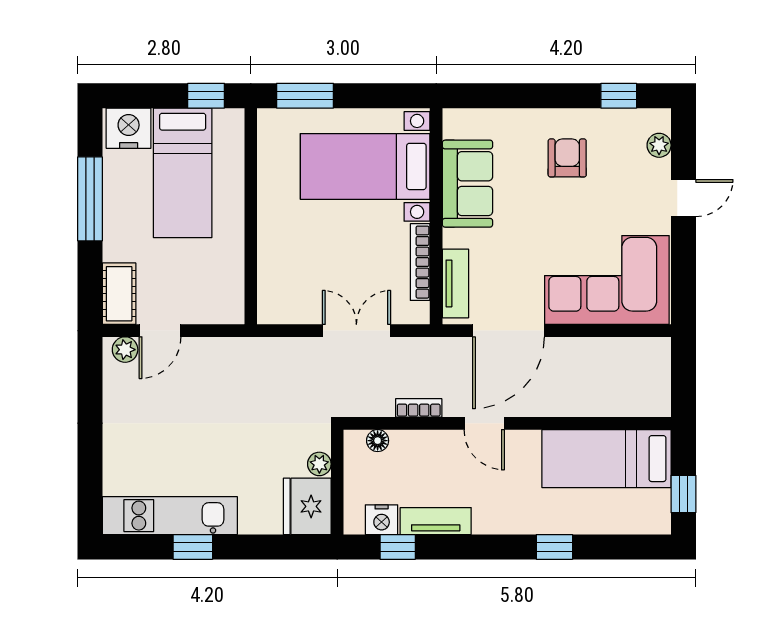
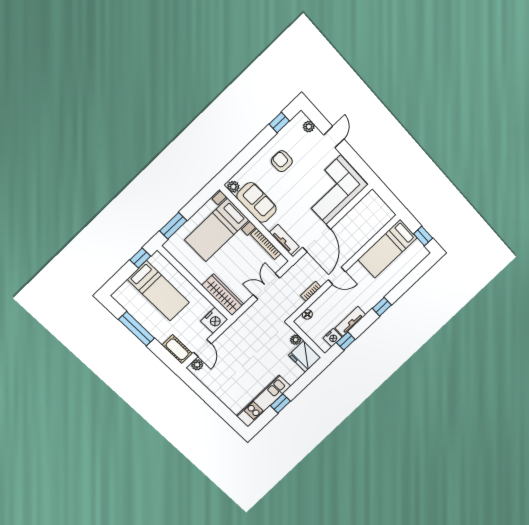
plant: (455, 125) -> (233, 187), added
nightstand: (129, 128) -> (214, 320), moved, turned 180
wardrobe: (275, 277) -> (223, 295), added
window: (554, 547) -> (382, 307), moved

